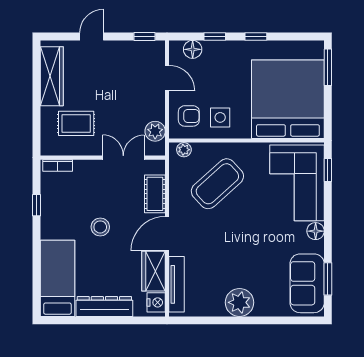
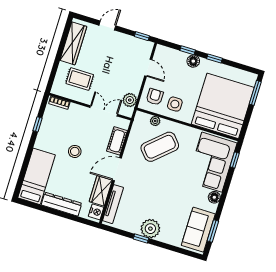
floor lamp: (193, 49) -> (193, 61), moved
armchair: (189, 116) -> (155, 97), turned -90
plant: (184, 150) -> (155, 121), moved
window: (231, 320) -> (141, 238), added

